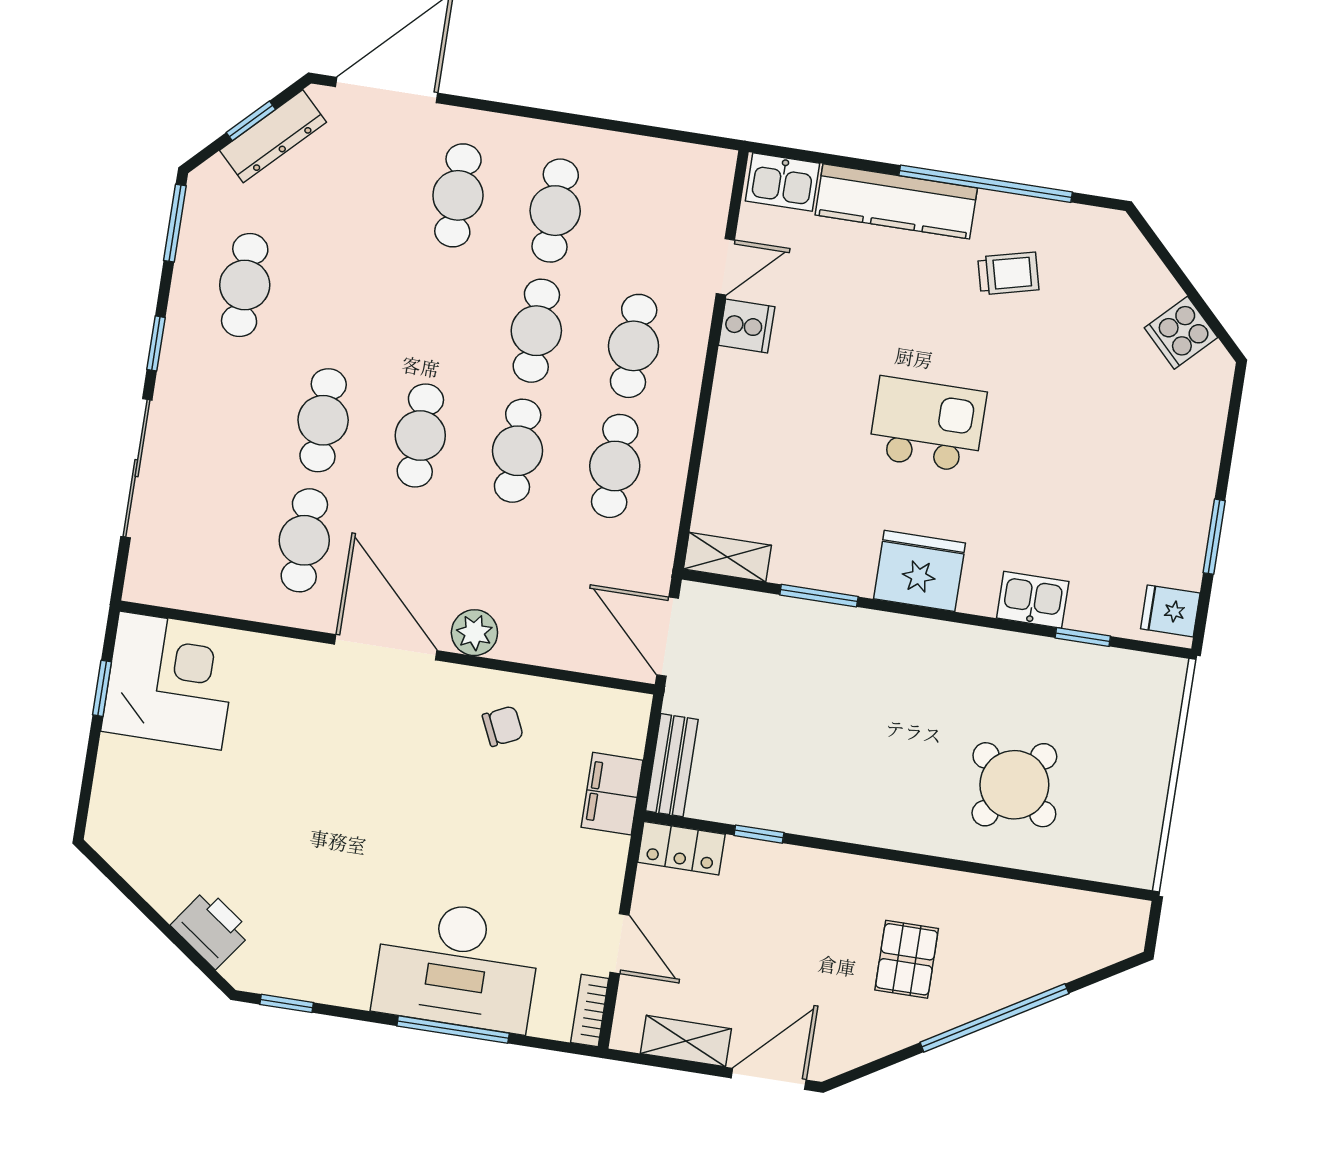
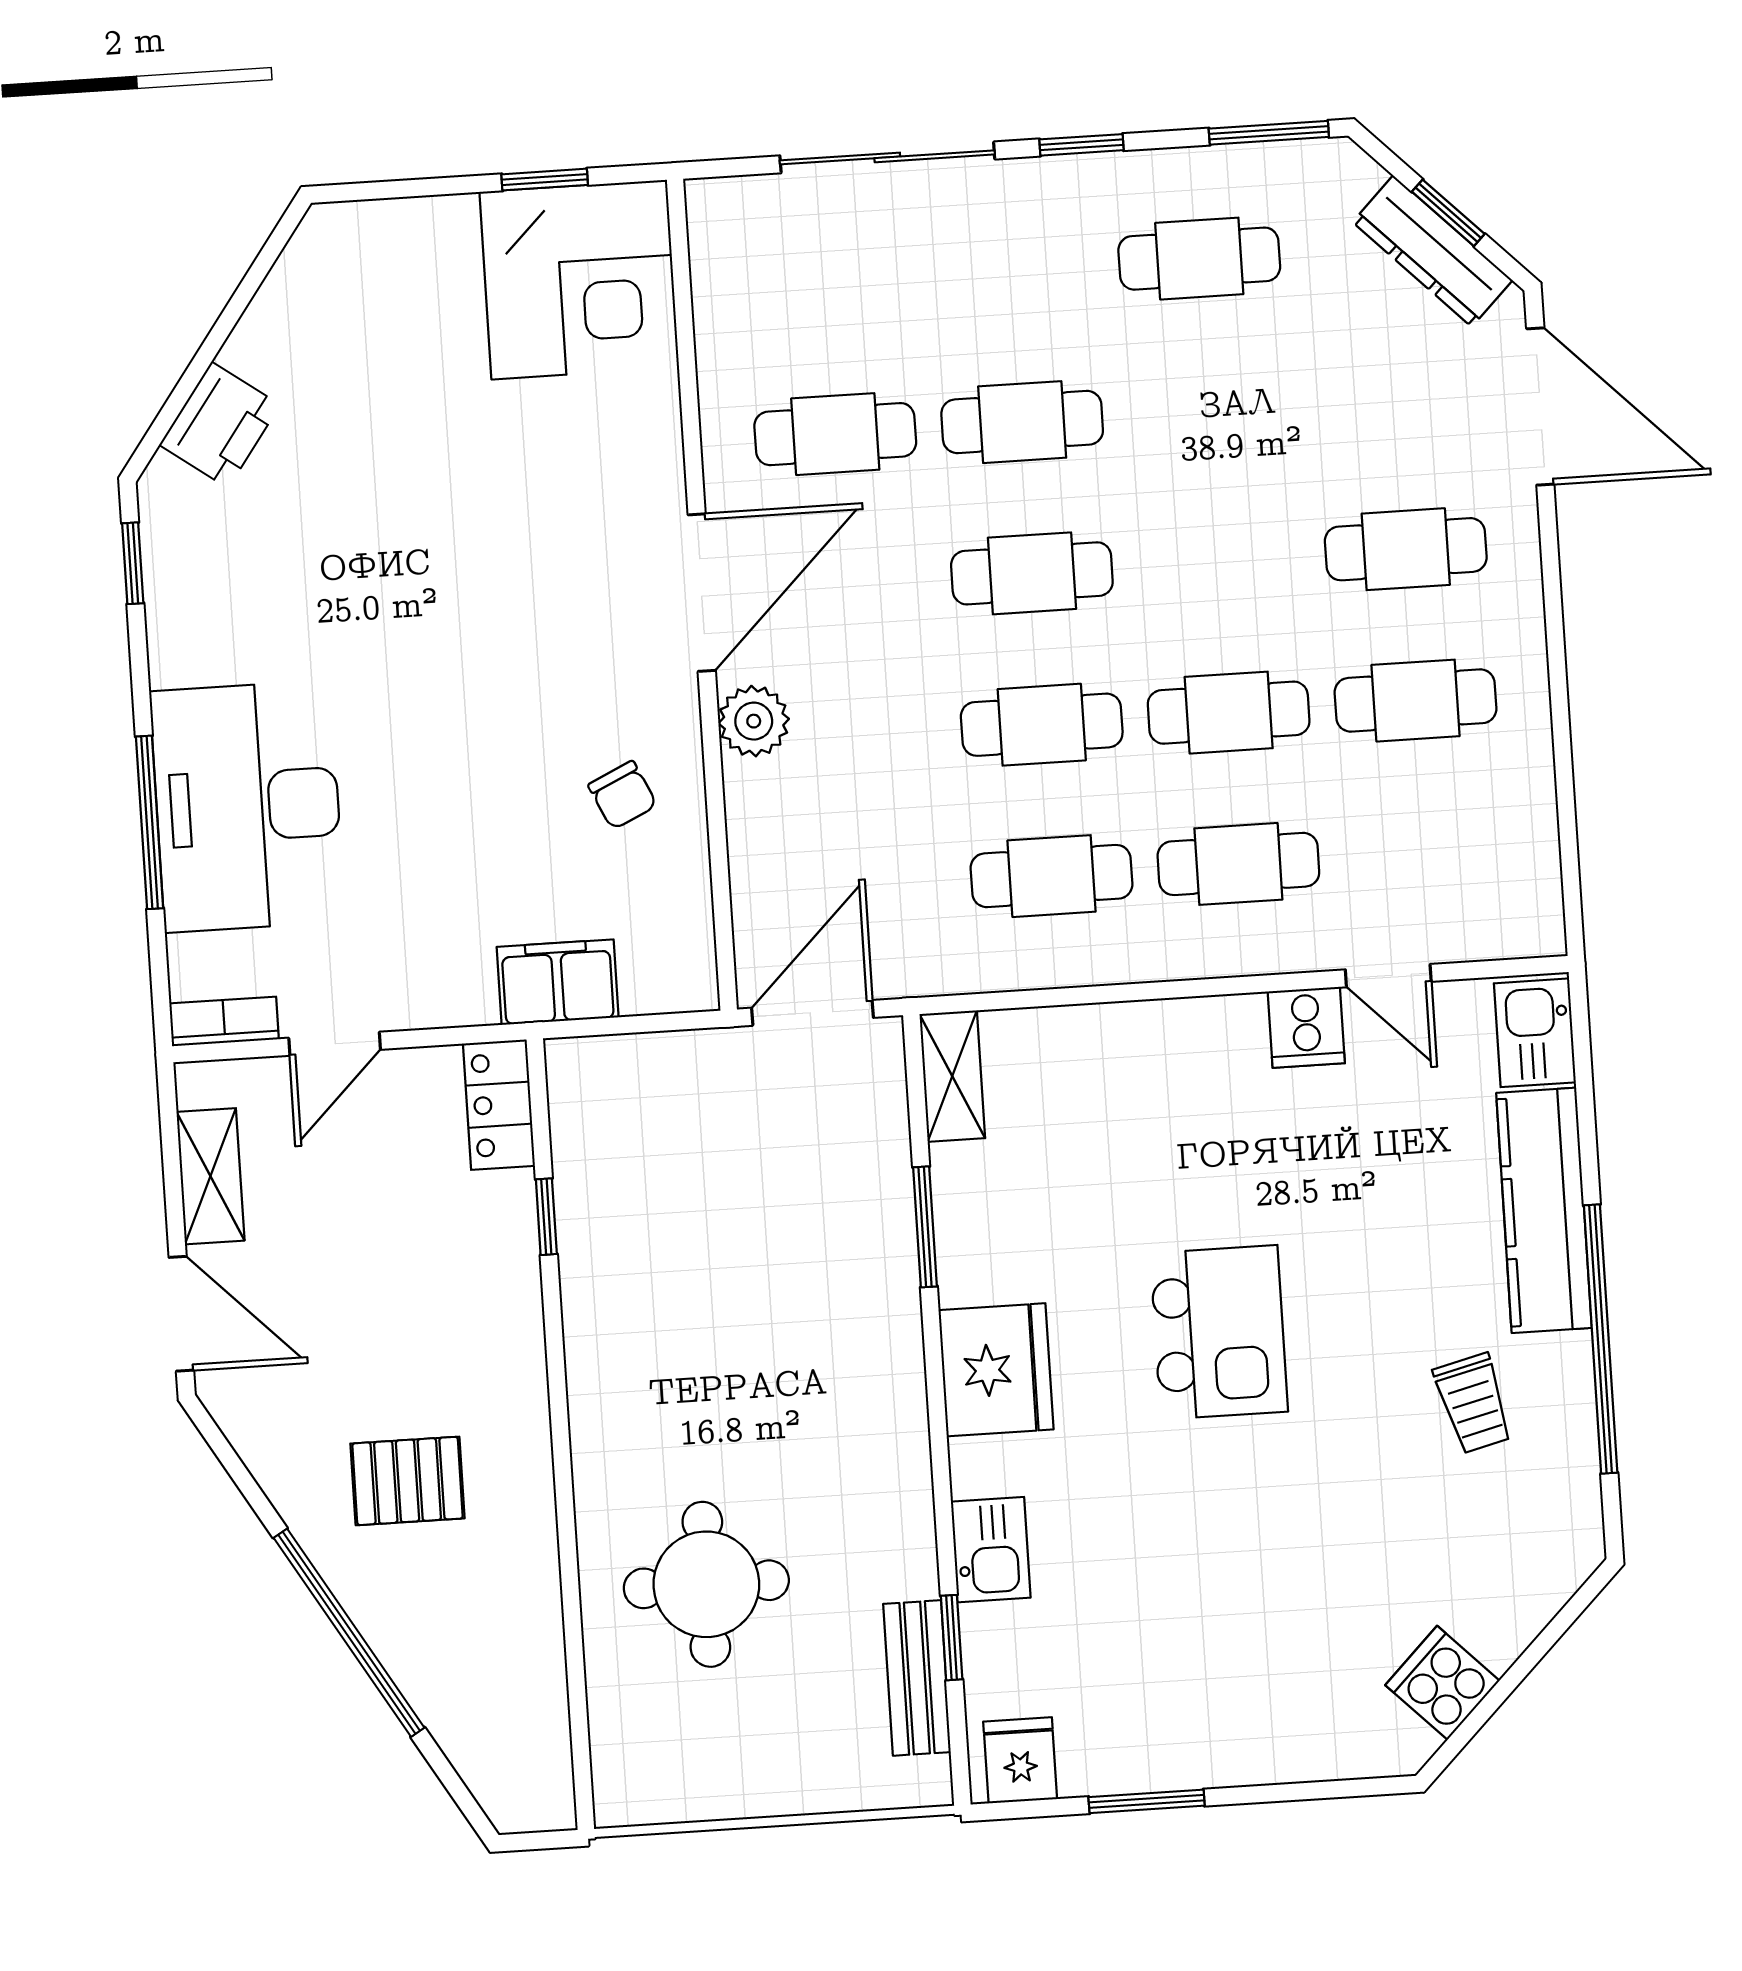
bench: (672, 765) -> (917, 1678), moved, turned 90
round table: (1014, 785) -> (706, 1584), turned -37

